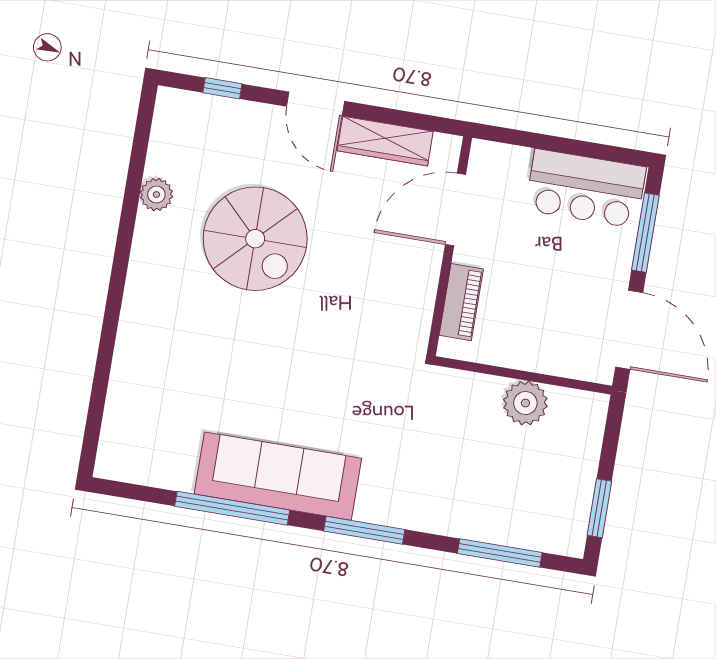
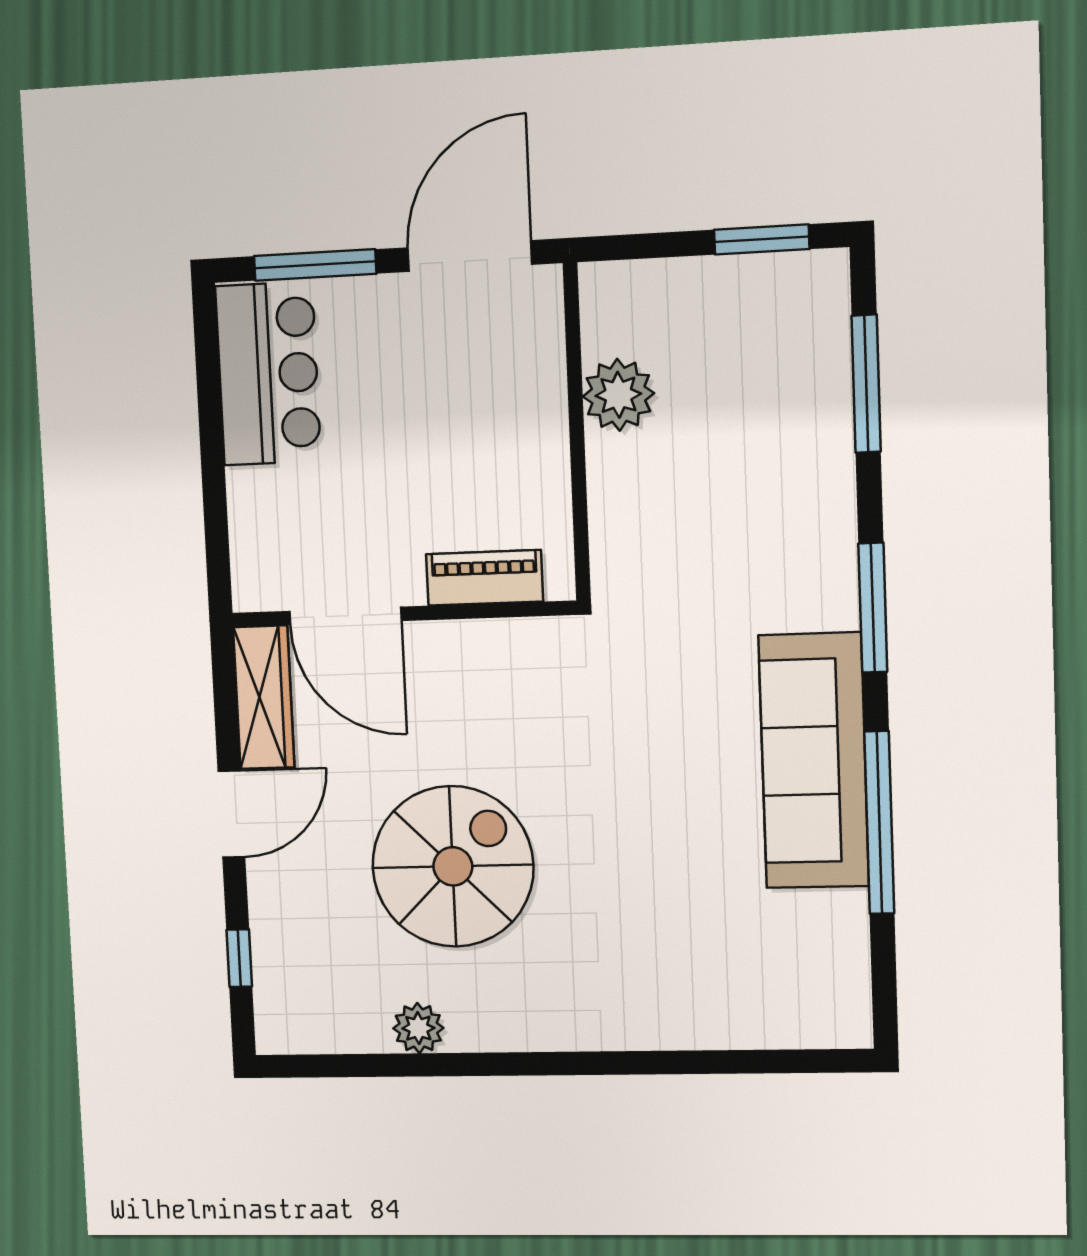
door: (456, 209) -> (345, 616), moved
wall: (449, 246) -> (403, 614), moved
piano: (461, 302) -> (485, 578), moved

